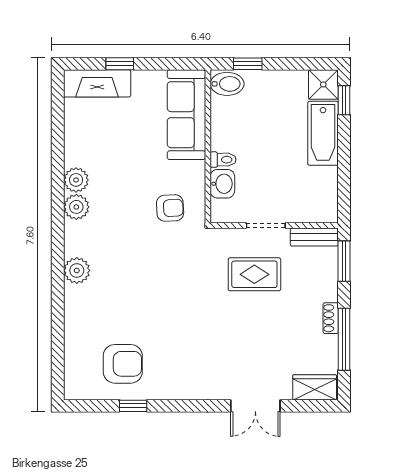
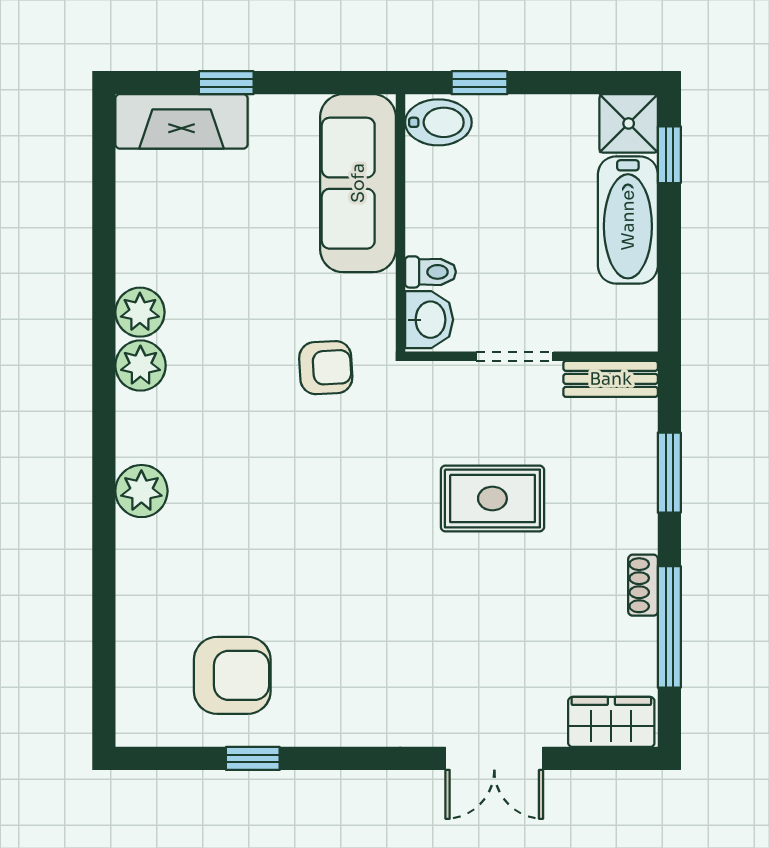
doorway: (266, 226) -> (515, 356), moved
wall: (274, 226) -> (531, 356), moved
bench: (314, 237) -> (611, 379), moved

